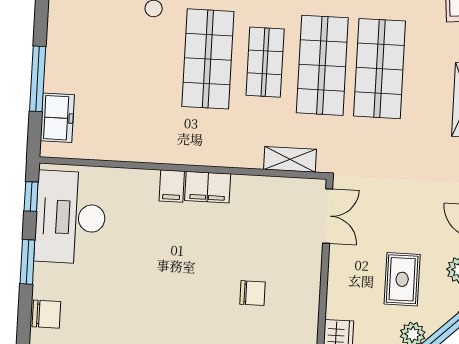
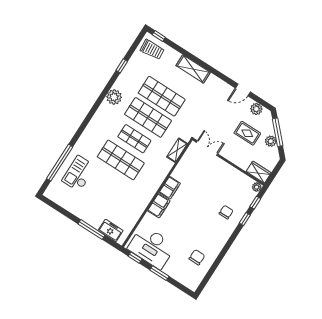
filing cabinet: (172, 186) -> (159, 206), width x2.00
chair: (253, 293) -> (226, 212), moved
chair: (46, 314) -> (197, 257), moved

